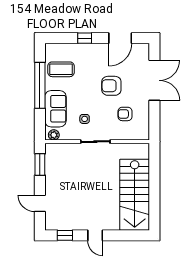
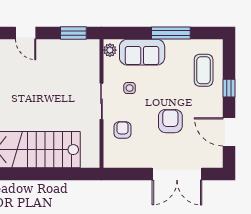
coffee table: (61, 69) -> (204, 70), moved
window: (40, 85) -> (171, 33), width x0.68
armchair: (125, 114) -> (123, 130), moved
door: (40, 203) -> (26, 33), swing flipped

